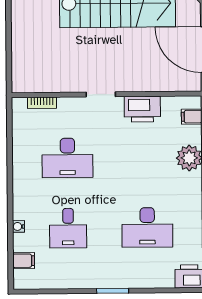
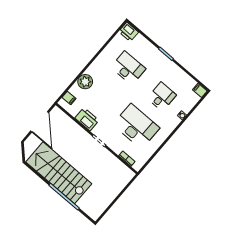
desk: (67, 158) -> (136, 126), width x1.36, depth x1.30
filing cabinet: (24, 261) -> (200, 90), moved

